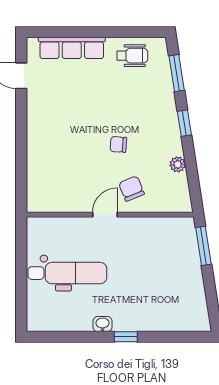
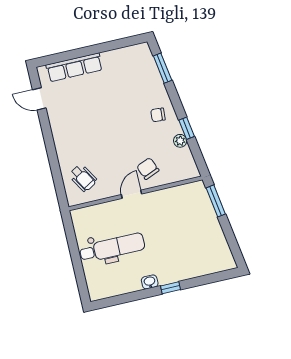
wheelchair: (132, 56) -> (83, 178), moved, turned 59
window: (184, 123) -> (187, 128), moved
chair: (118, 144) -> (158, 115), moved

